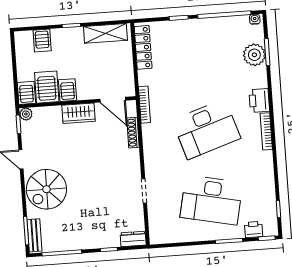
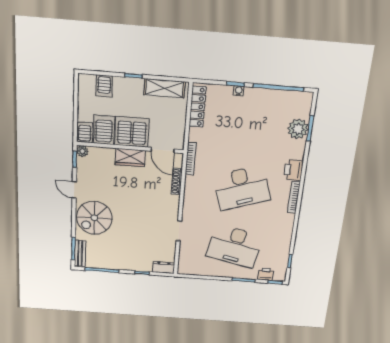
water cooler: (255, 19) -> (239, 91), moved
server rack: (67, 90) -> (132, 132), width x2.18, depth x1.44

